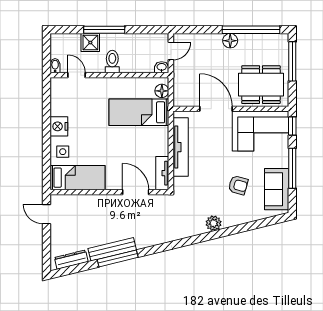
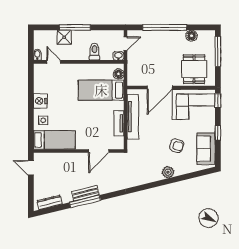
window: (251, 30) -> (165, 27), moved
floor lamp: (230, 41) -> (192, 36), moved
toilet: (112, 62) -> (94, 52), moved
dining table: (261, 85) -> (194, 69), width x0.73
door: (216, 109) -> (160, 87), swing flipped
window: (292, 168) -> (218, 133), width x0.46
tv unit: (162, 173) -> (119, 123), moved
door: (136, 192) -> (99, 151), swing flipped
plant: (214, 223) -> (168, 172), moved
bench: (112, 249) -> (85, 193), width x0.73

